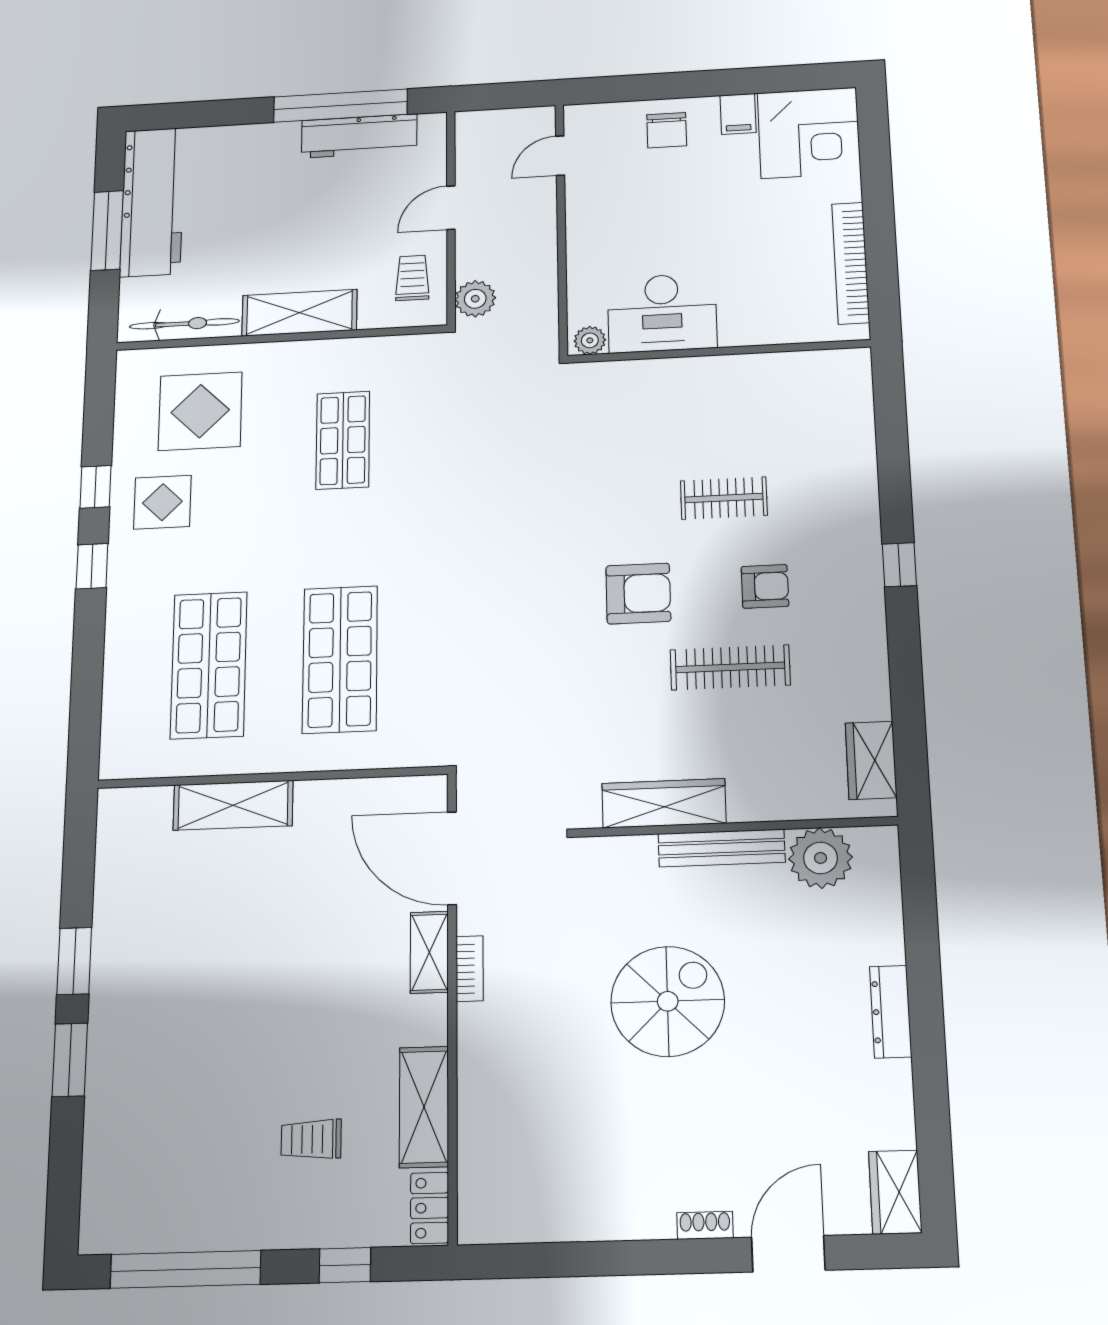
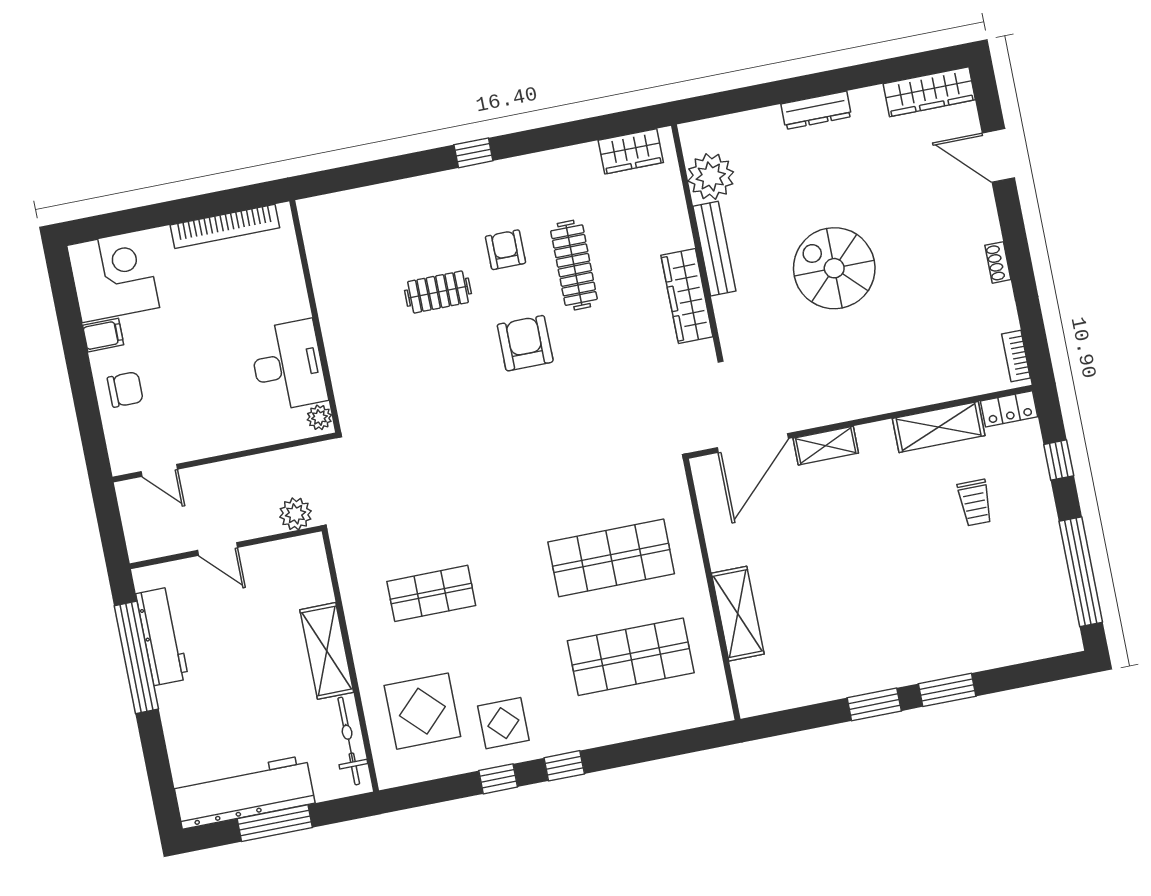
trolley: (412, 278) -> (284, 567), removed
clothes rail: (724, 498) -> (438, 292), turned 90
bookcase: (470, 969) -> (1016, 356), moved, turned -90
wardrobe: (895, 1192) -> (929, 92), width x1.50
shoe rack: (705, 1225) -> (998, 262), moved

